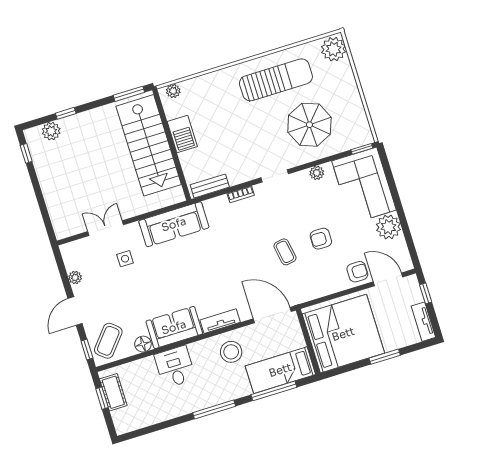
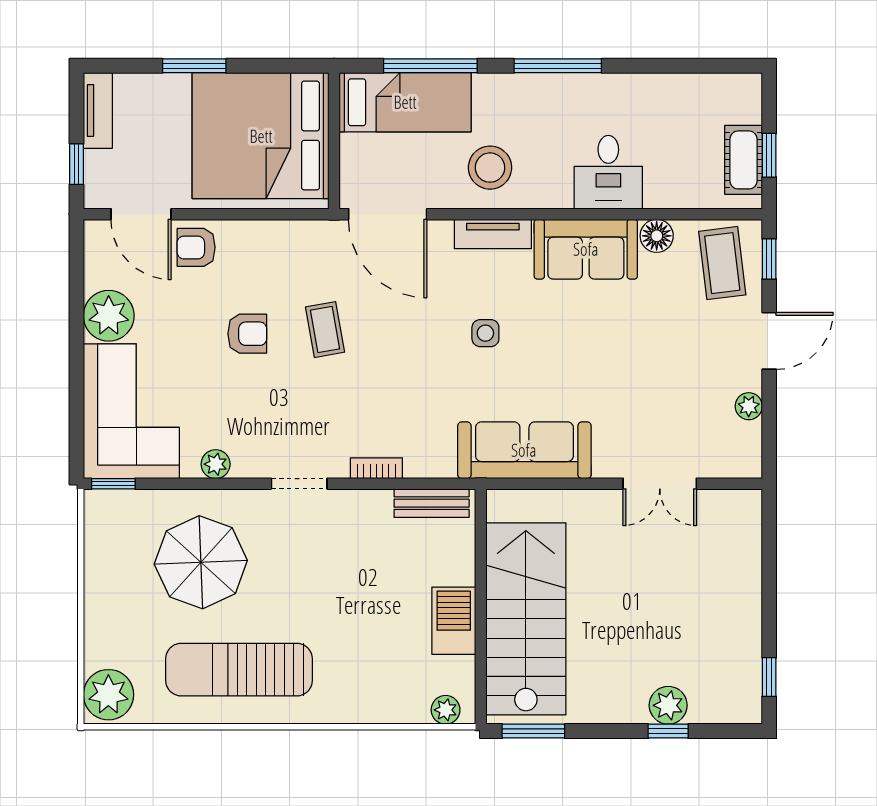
plant: (51, 131) -> (668, 705), moved
side table: (125, 259) -> (485, 333), moved
coffee table: (108, 341) -> (722, 263), turned -47

